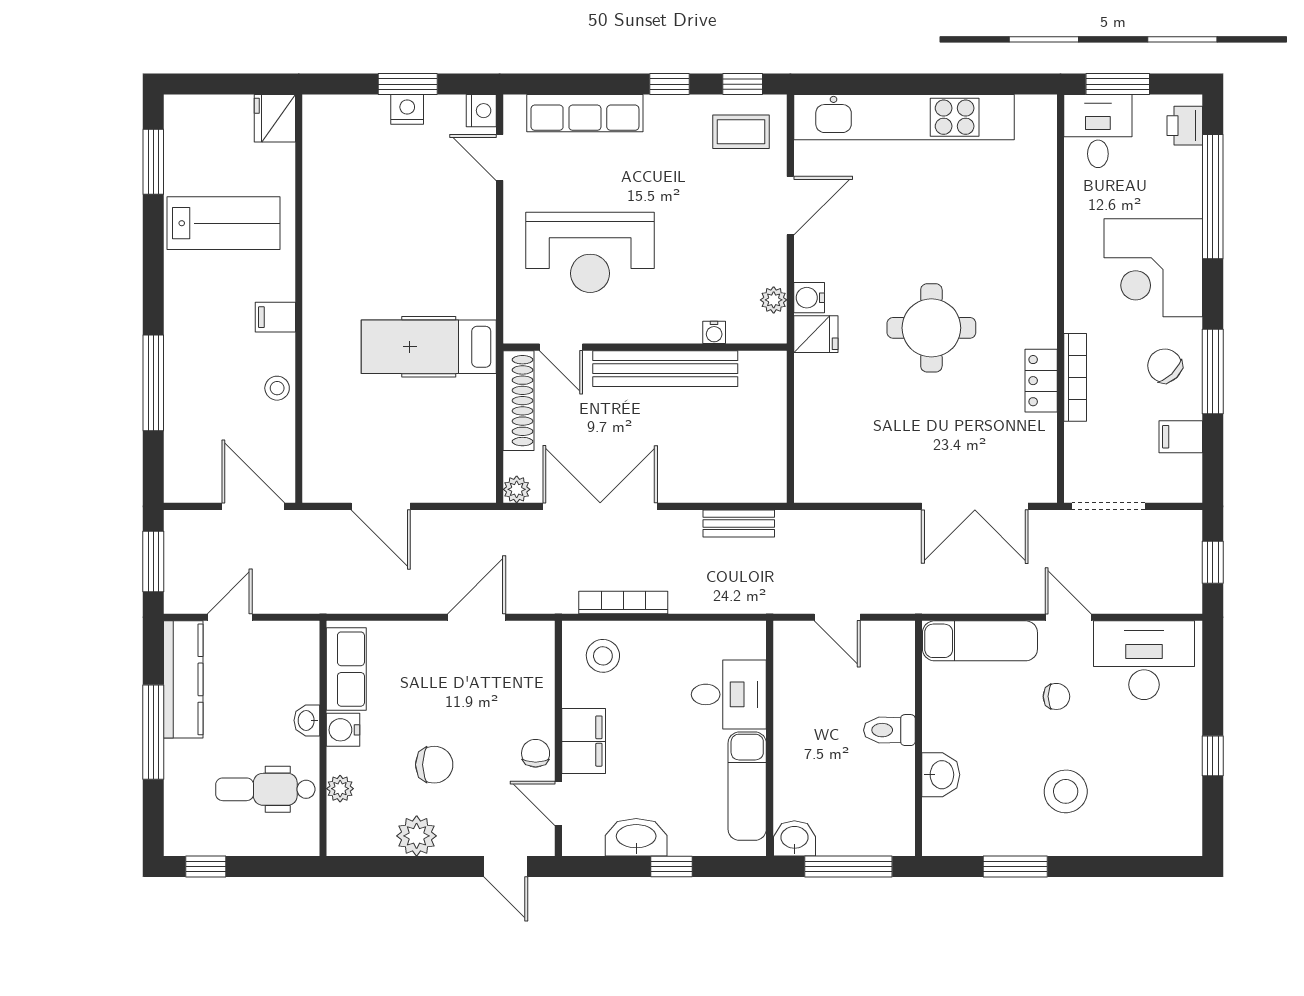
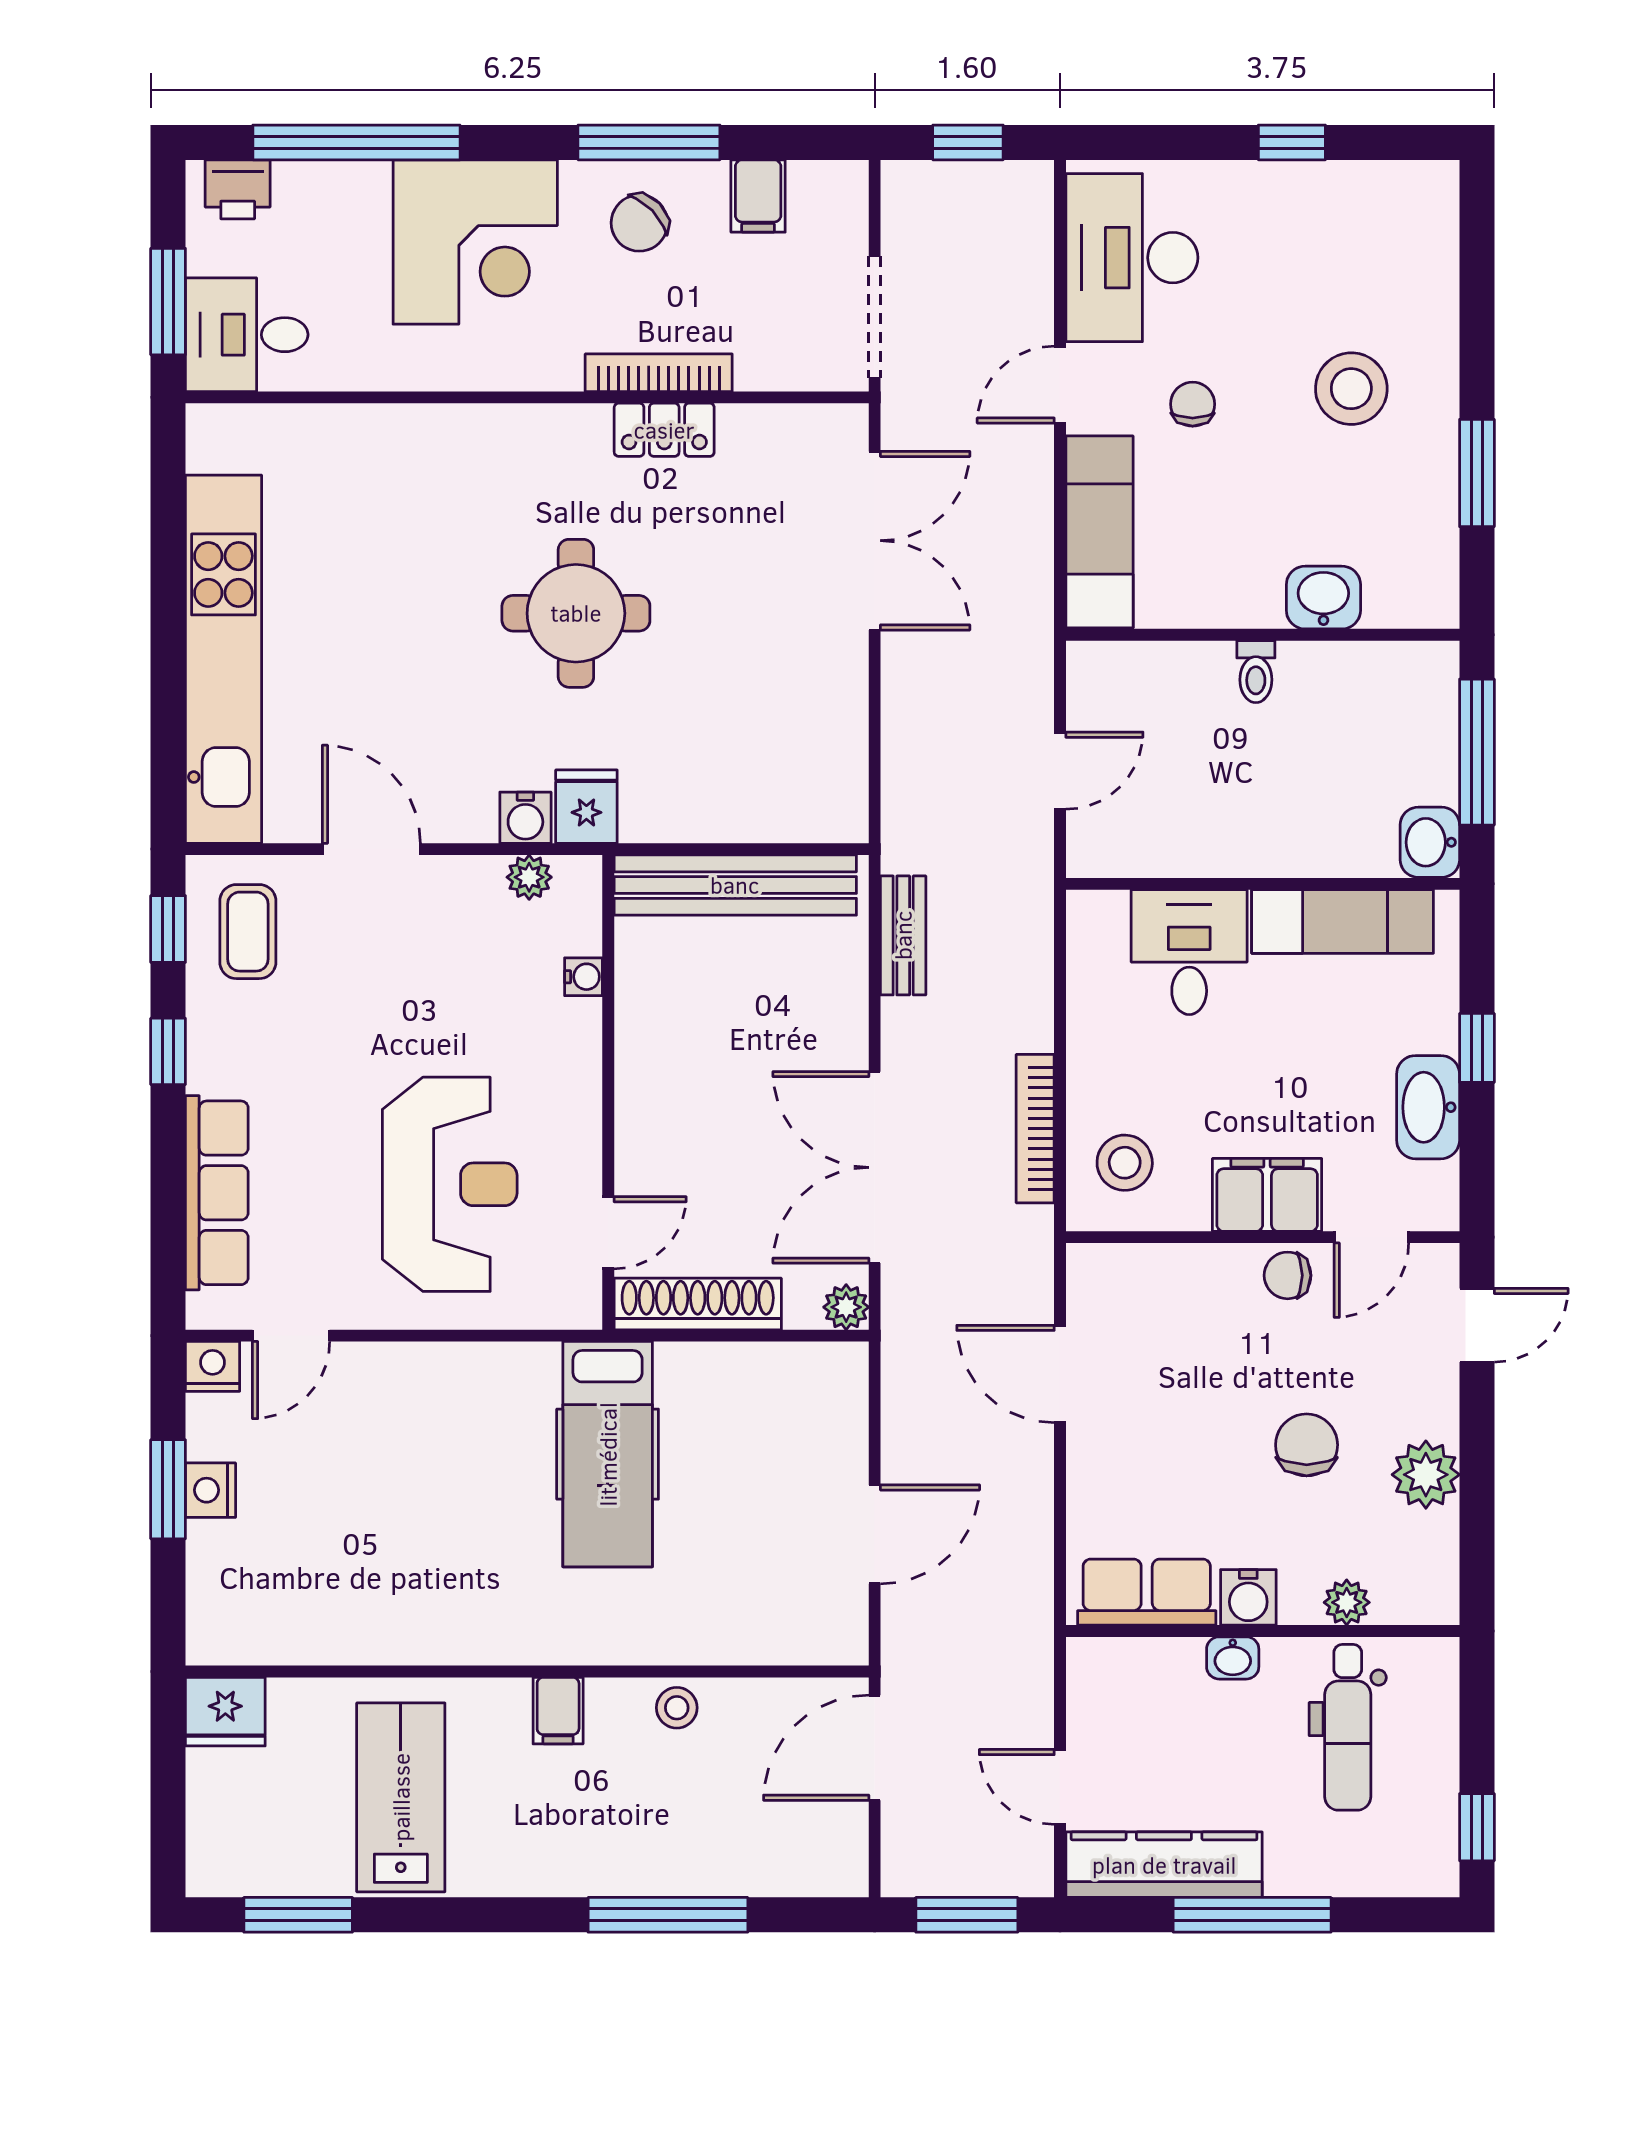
bench: (665, 369) -> (735, 885), moved, turned 90
toilet: (889, 730) -> (1256, 672), width x0.73, depth x0.72

